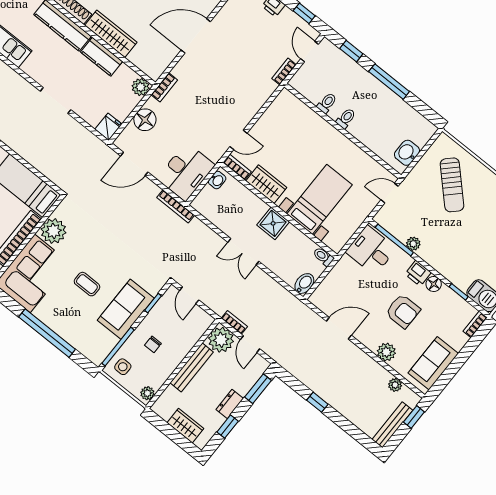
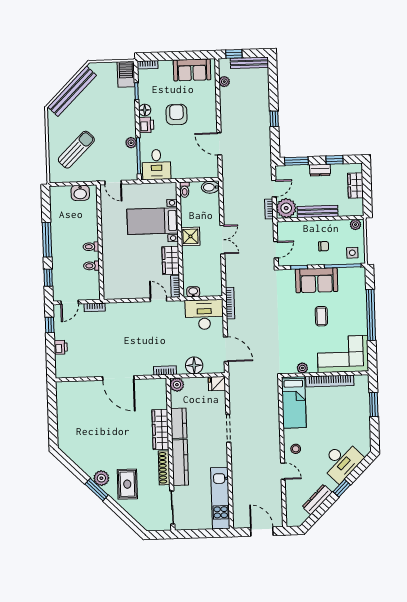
plant: (53, 231) -> (302, 368), width x0.53, depth x0.53
plant: (386, 352) -> (209, 104), removed

